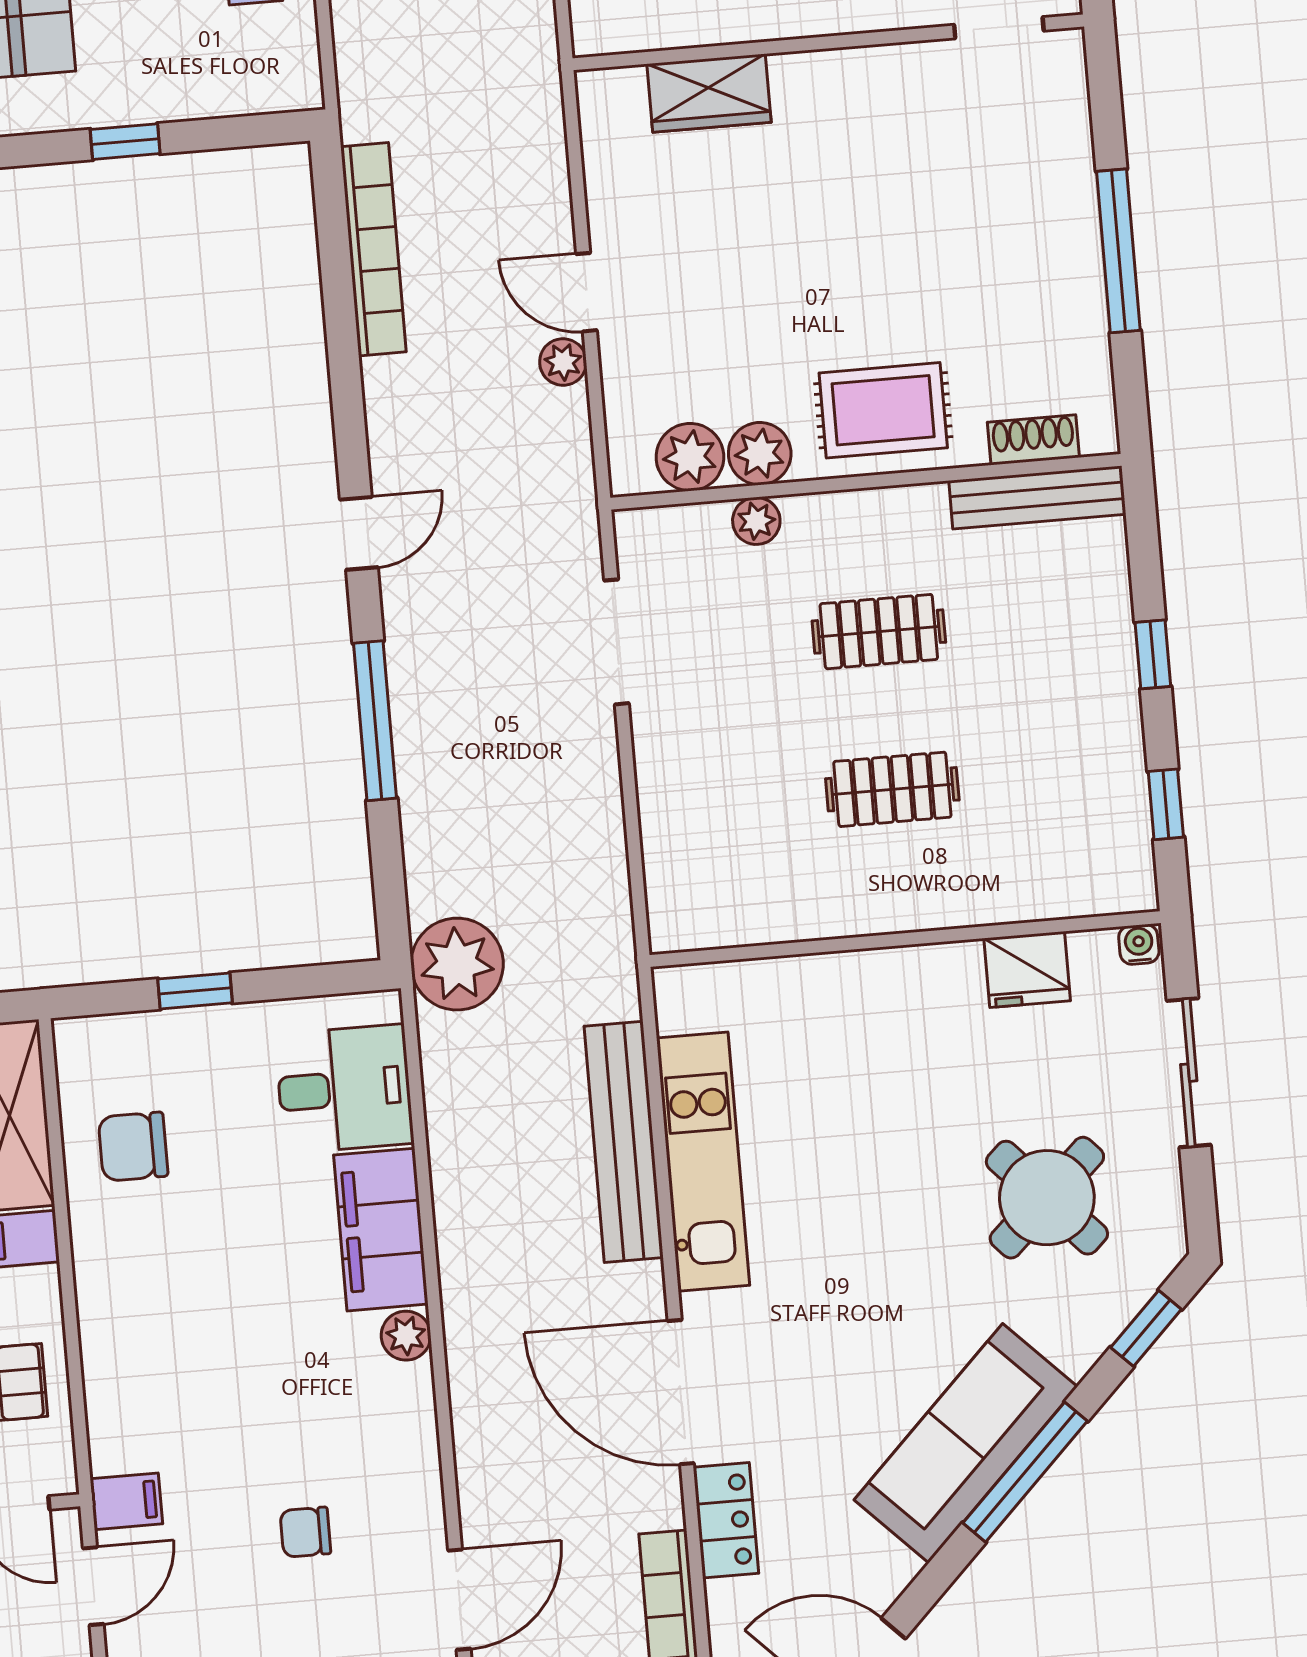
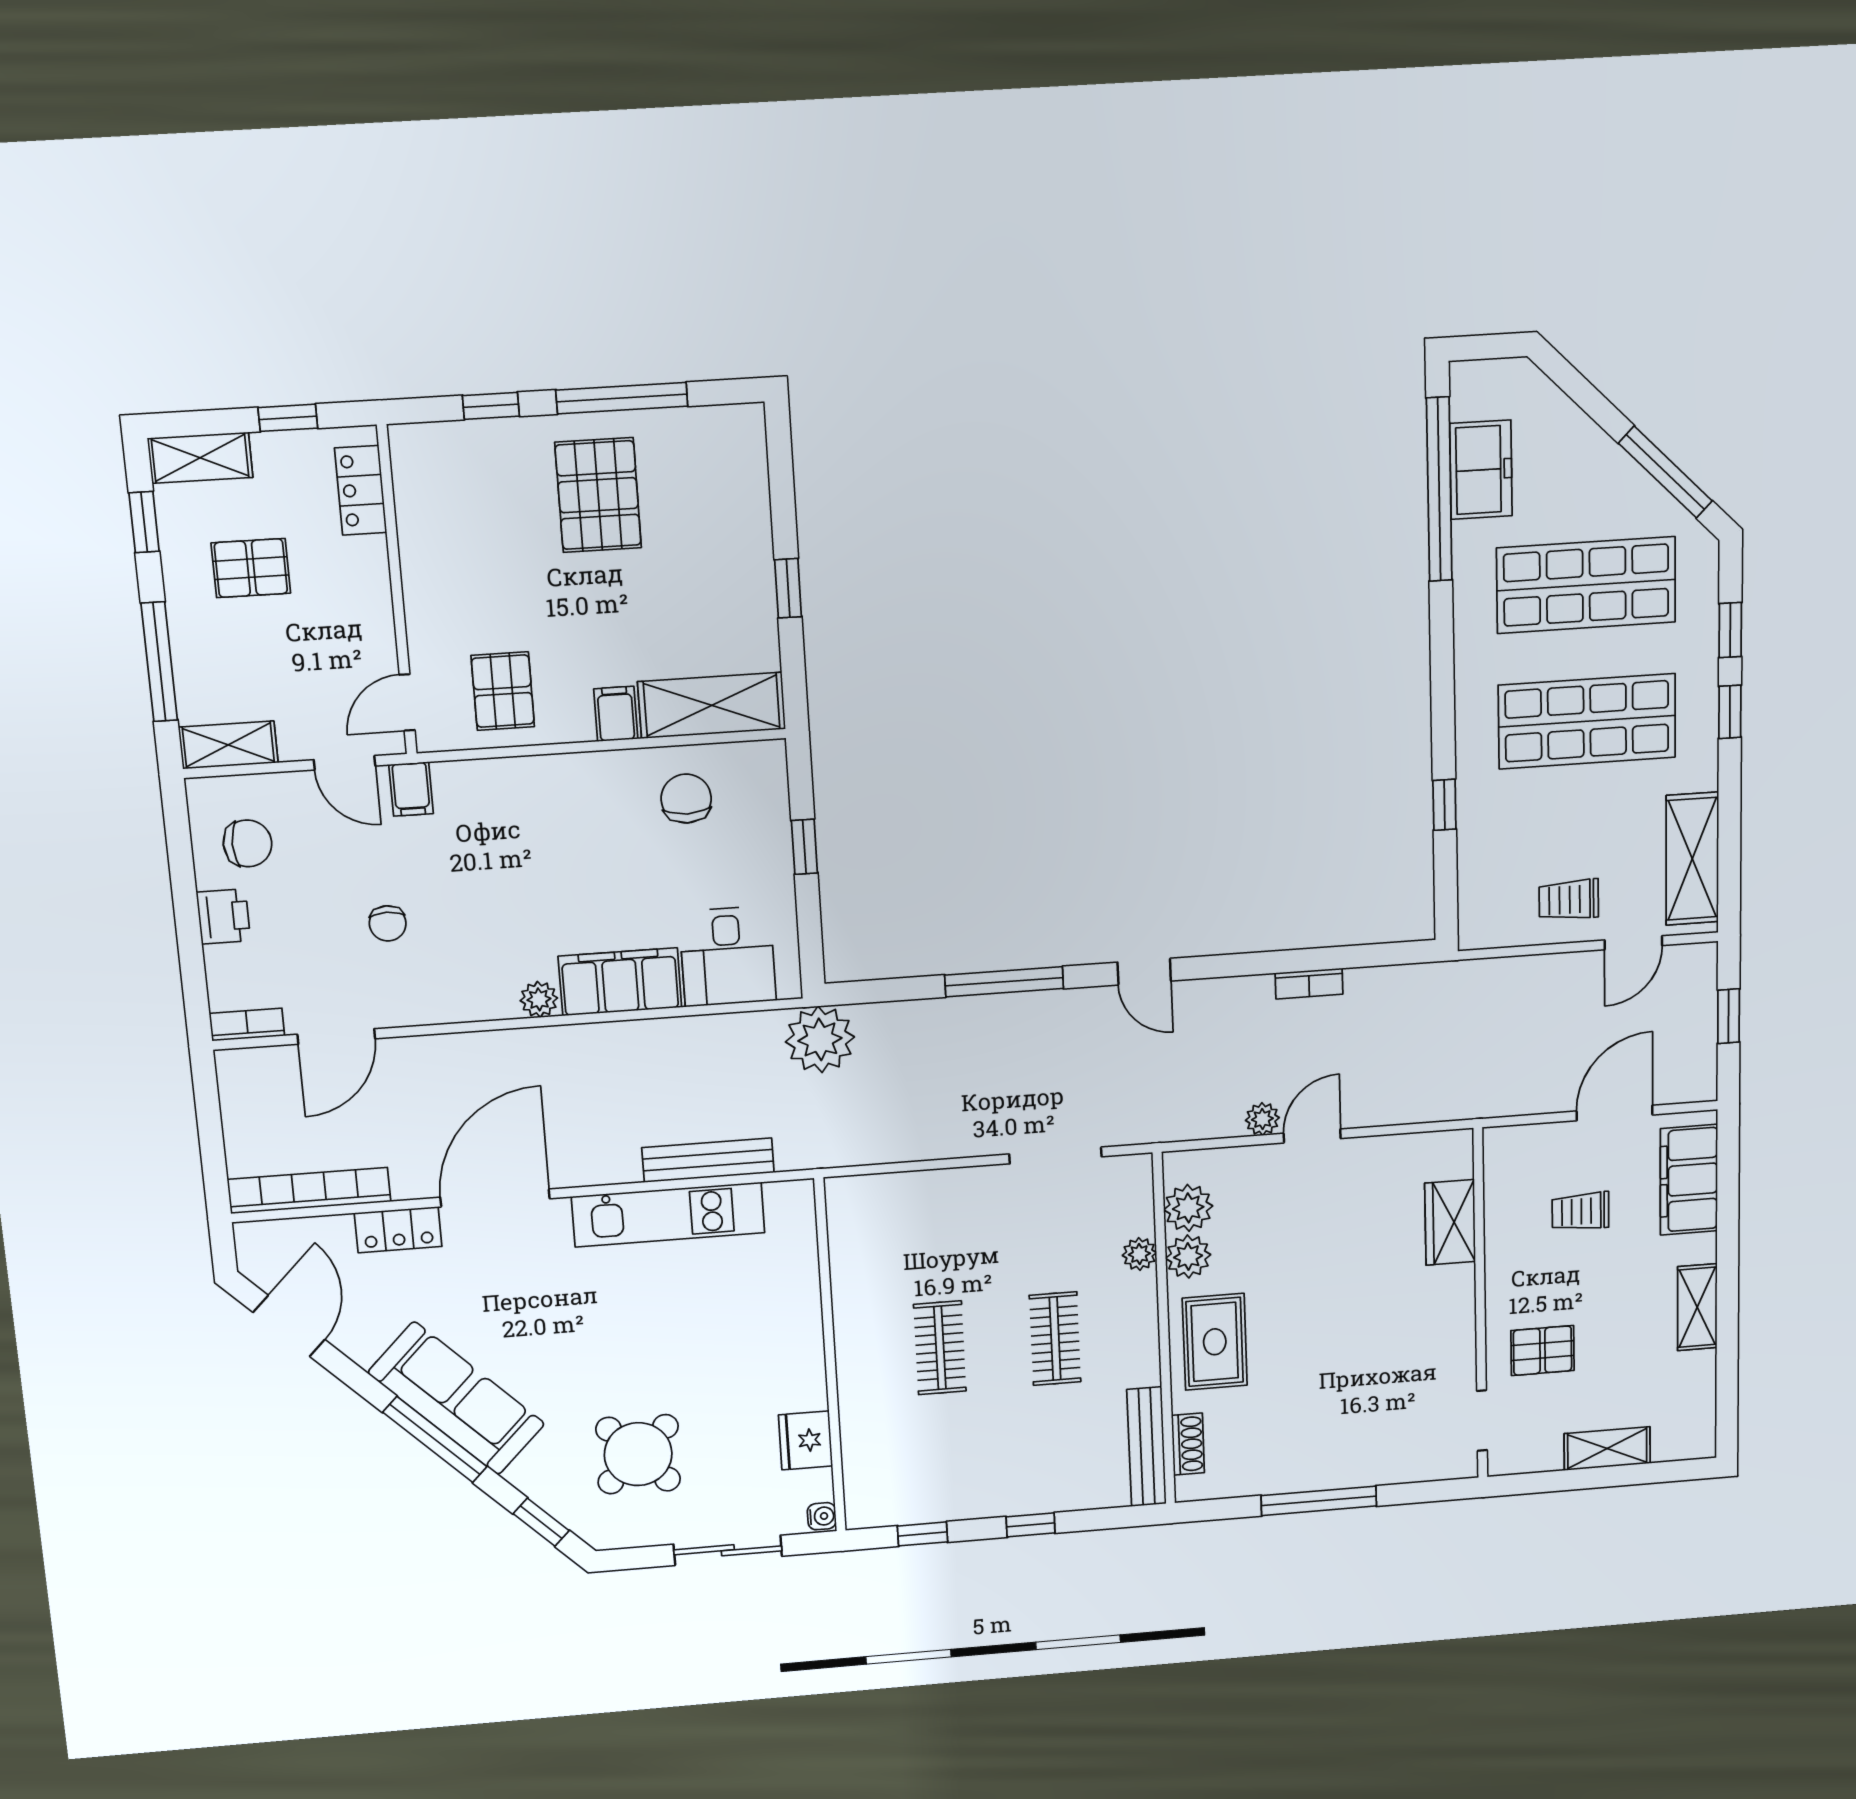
bookcase: (373, 249) -> (1309, 984), width x0.43, depth x0.76
bench: (624, 1142) -> (708, 1160), width x0.73, depth x0.82
chair: (305, 1532) -> (388, 923), turned 180
door: (459, 1600) -> (336, 1036), hinge flipped

